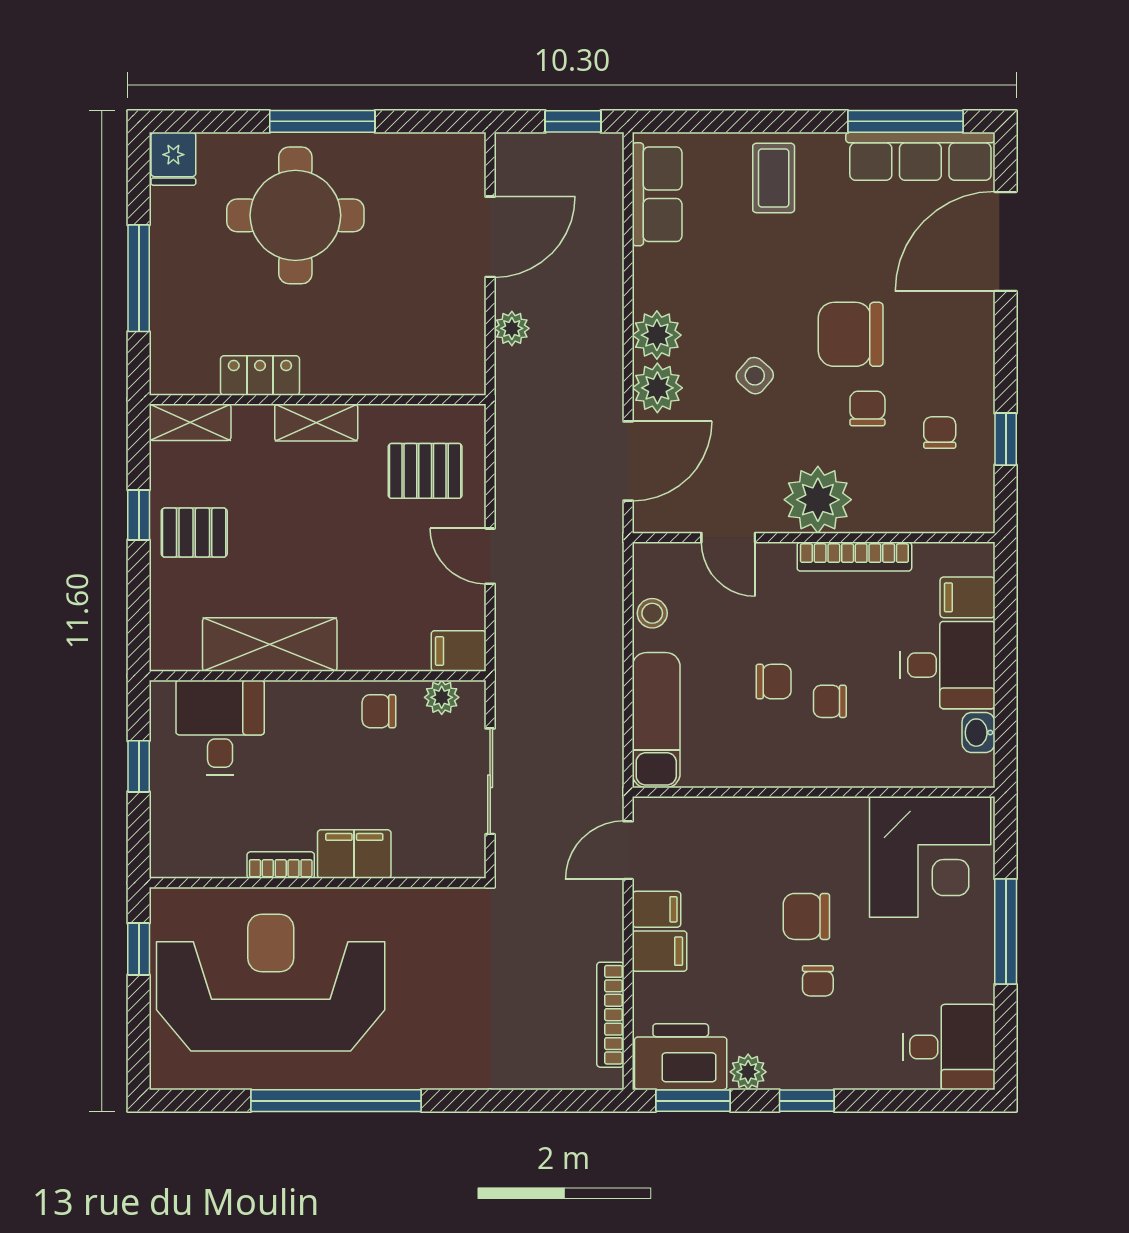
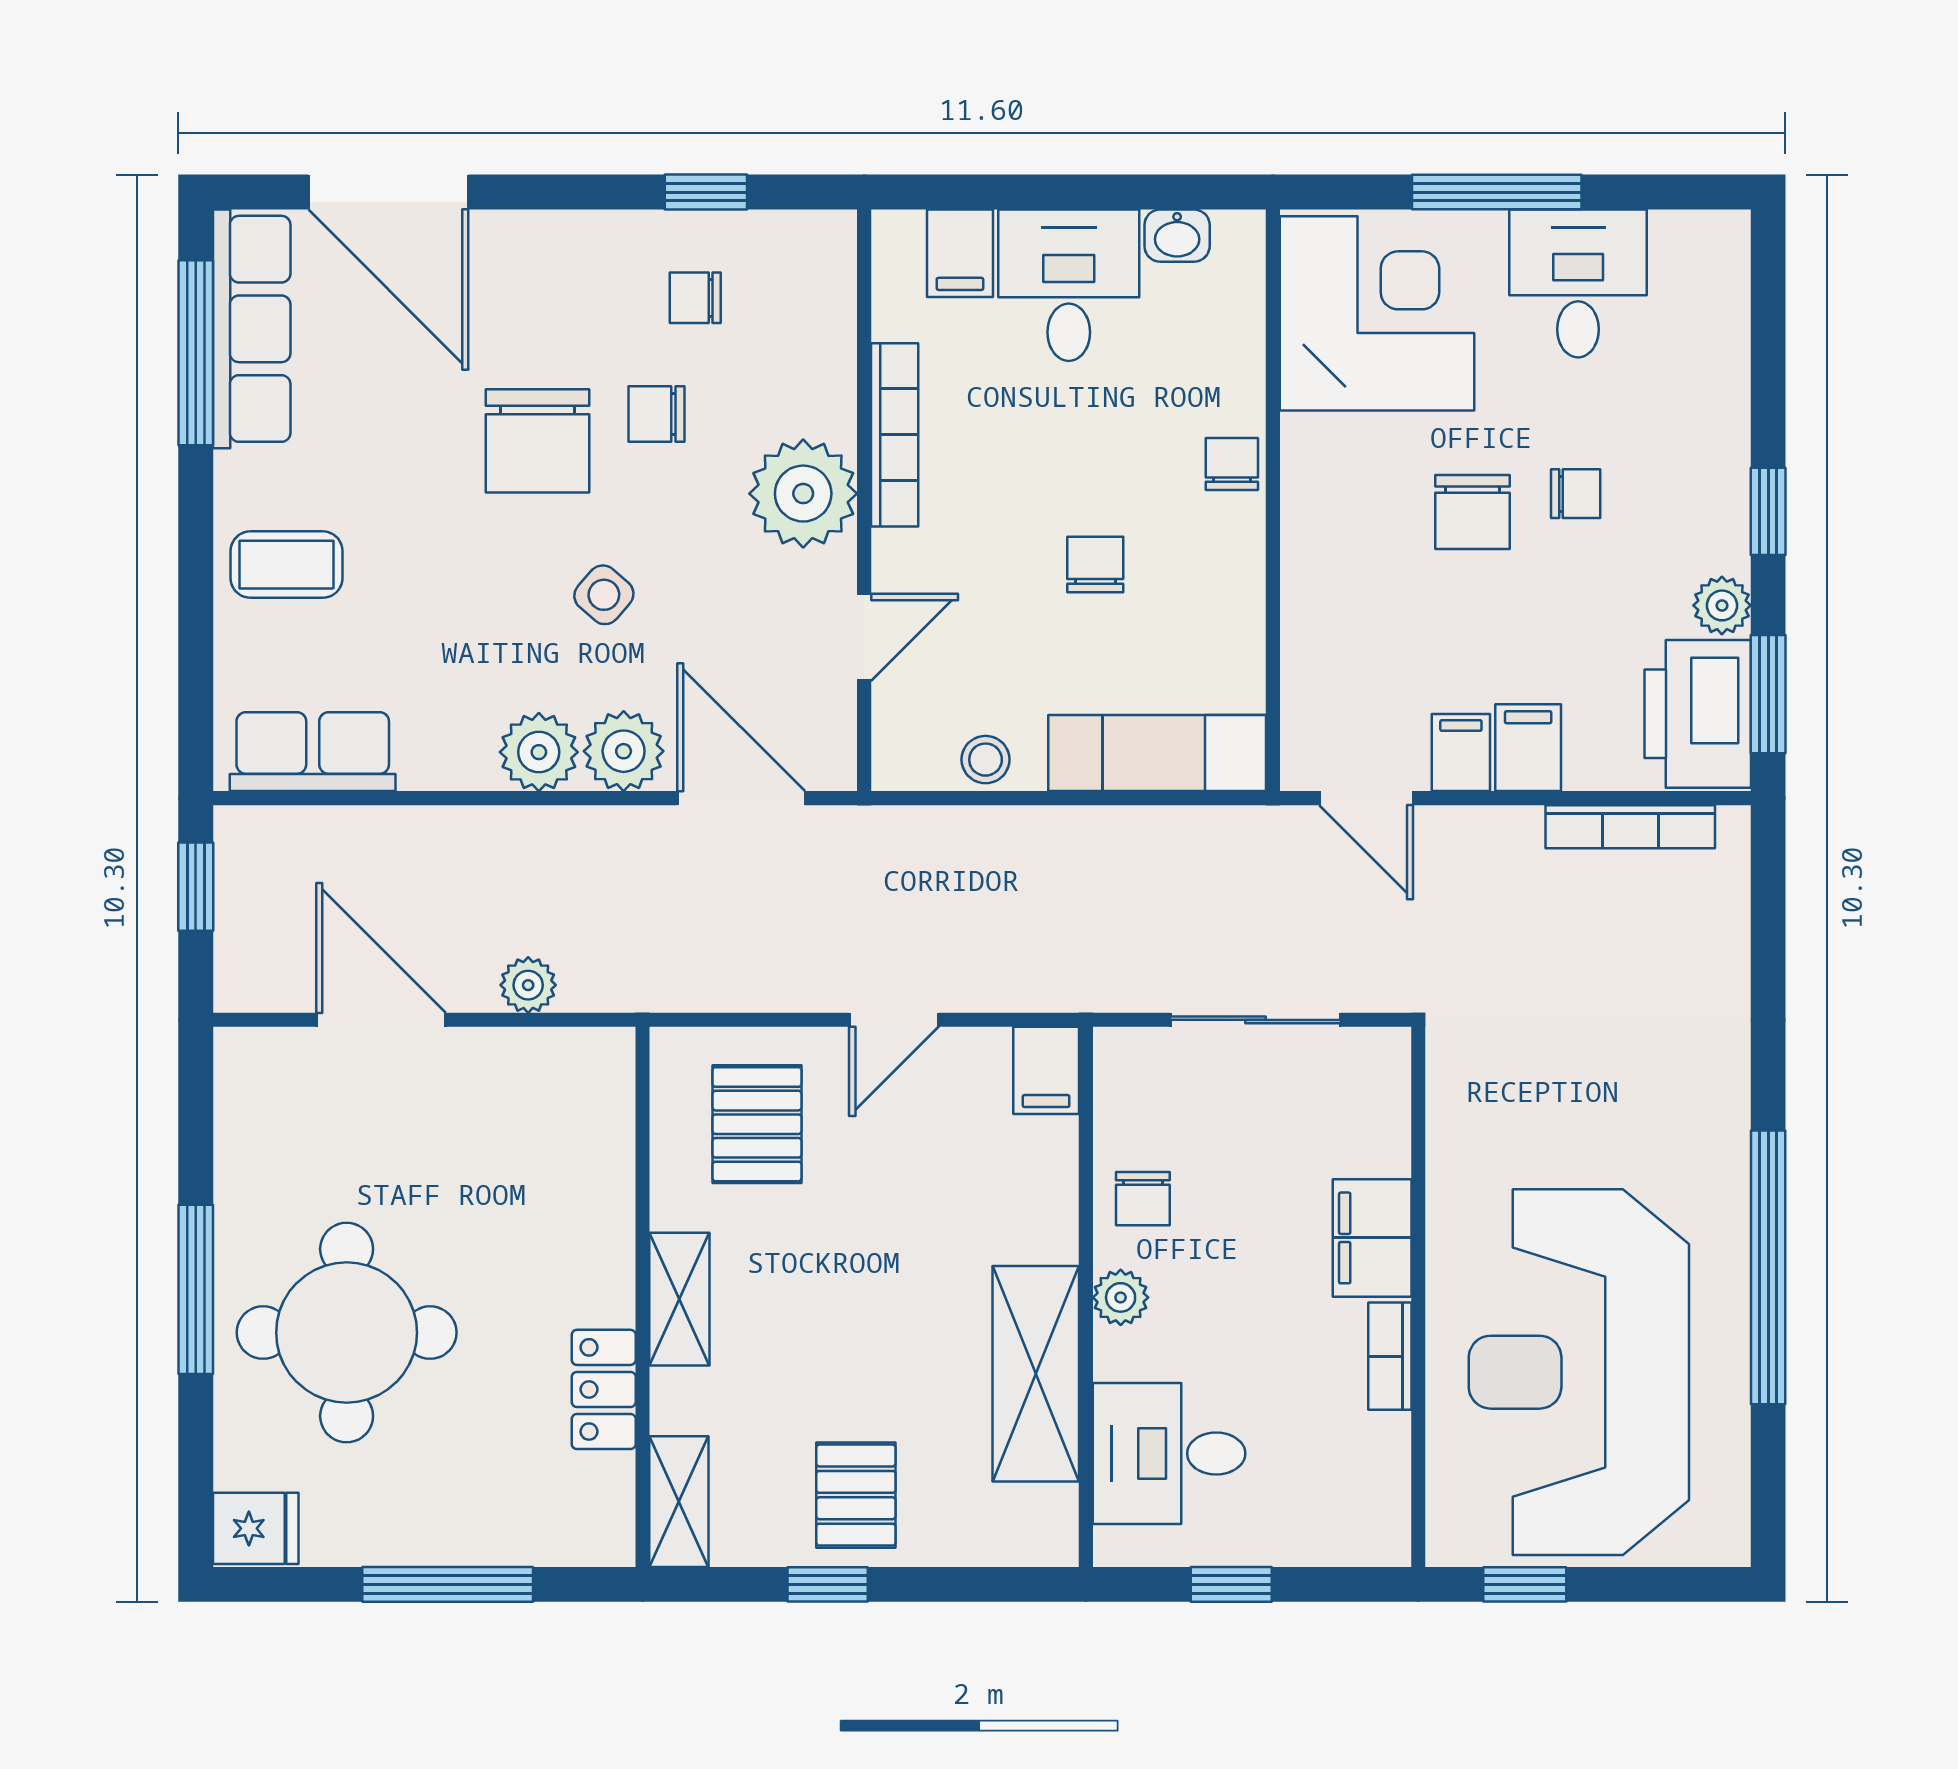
plant: (442, 697) -> (1121, 1297), moved
chair: (830, 701) -> (1232, 464), moved, turned 180
desk: (949, 1047) -> (1578, 283), moved

